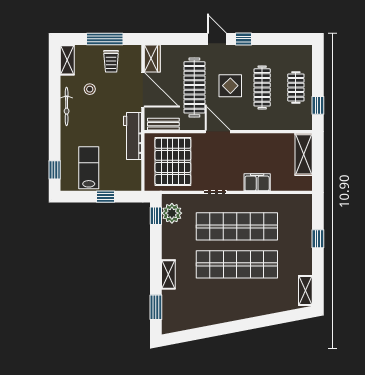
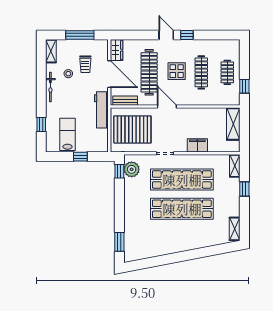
trolley: (111, 61) -> (85, 64), moved
pallet: (173, 161) -> (132, 129), turned 90
window: (55, 170) -> (41, 124), moved
shelving: (168, 274) -> (235, 166), moved

